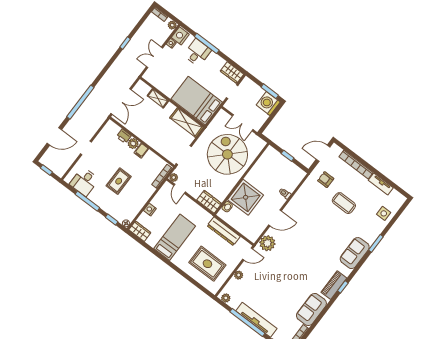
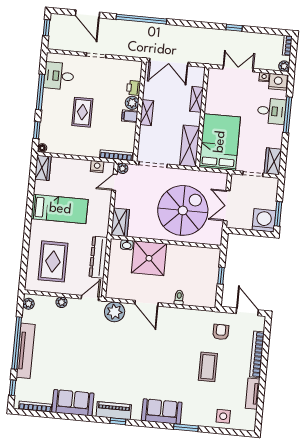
shelving: (146, 138) -> (147, 113), added
rug: (119, 181) -> (82, 112), turned 90
nightstand: (150, 209) -> (97, 167), moved
door: (248, 254) -> (90, 298), swing flipped

